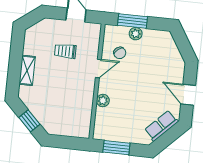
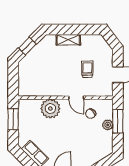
plant: (103, 101) -> (50, 109), width x1.88, depth x1.88

